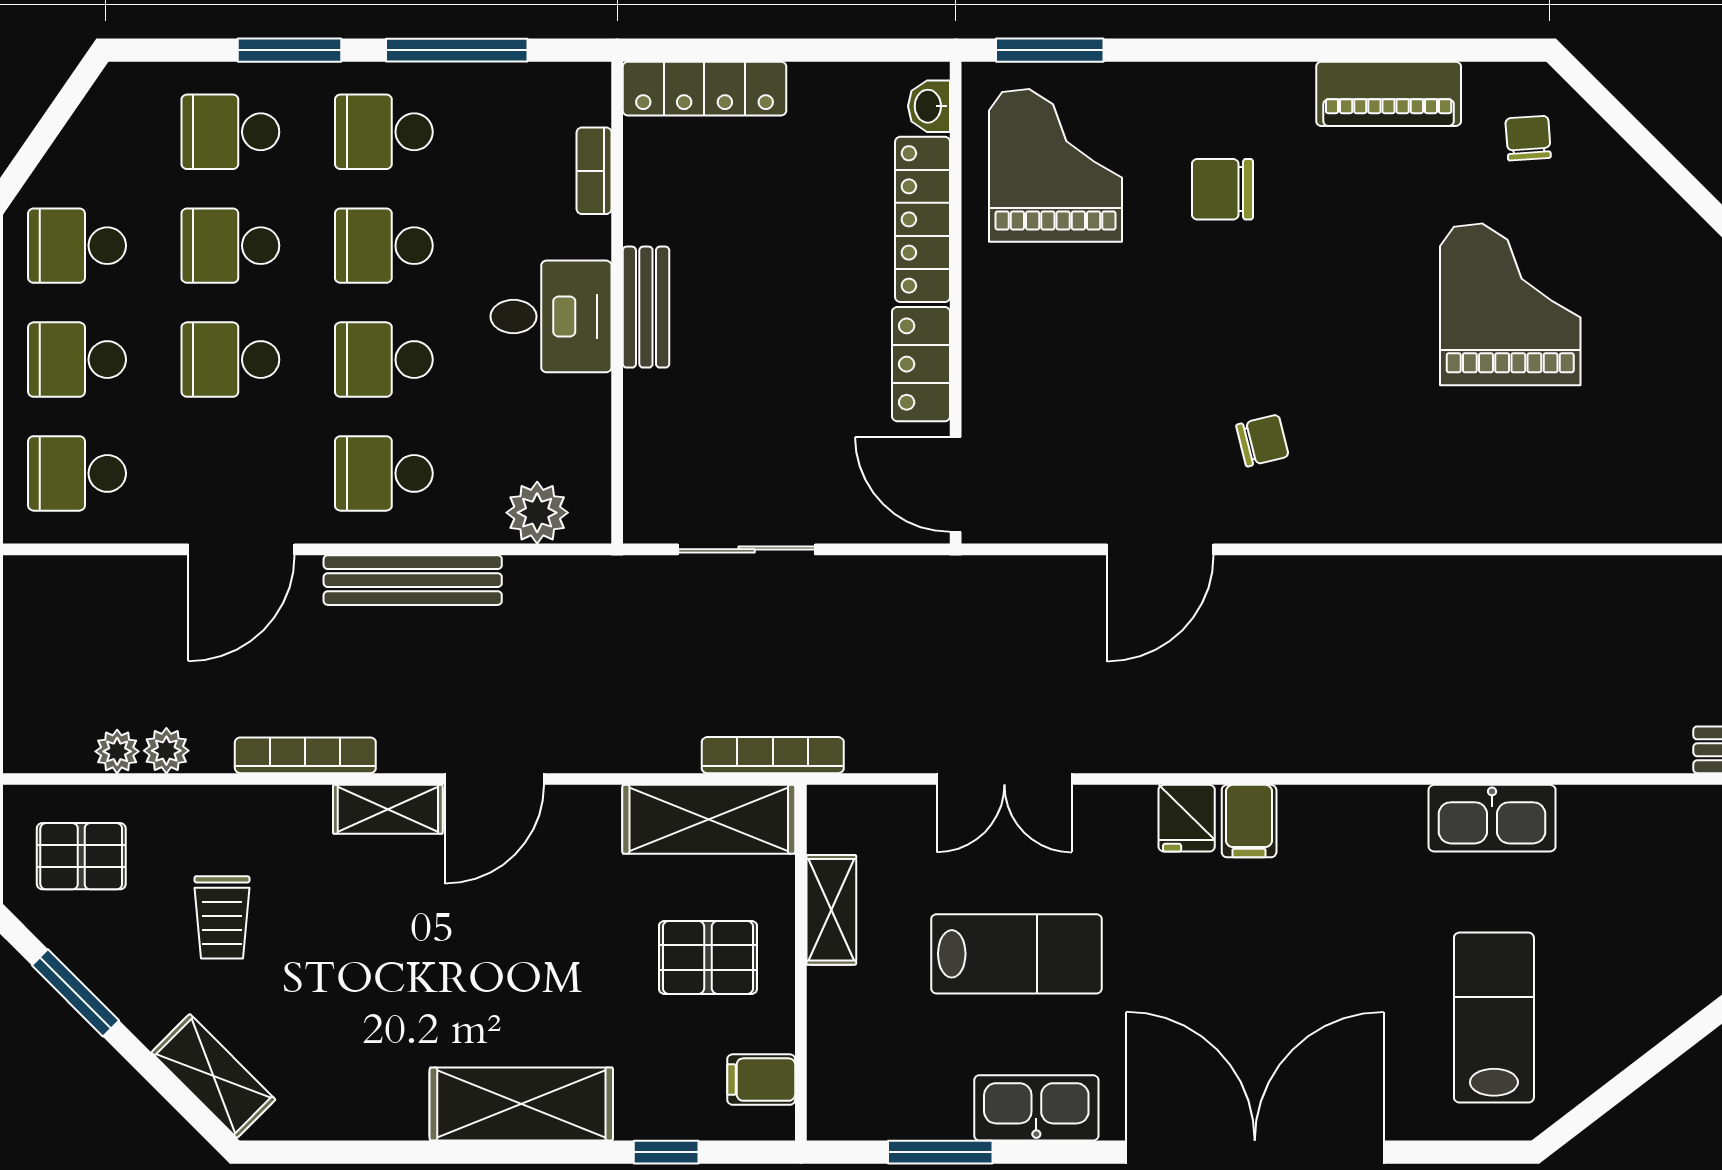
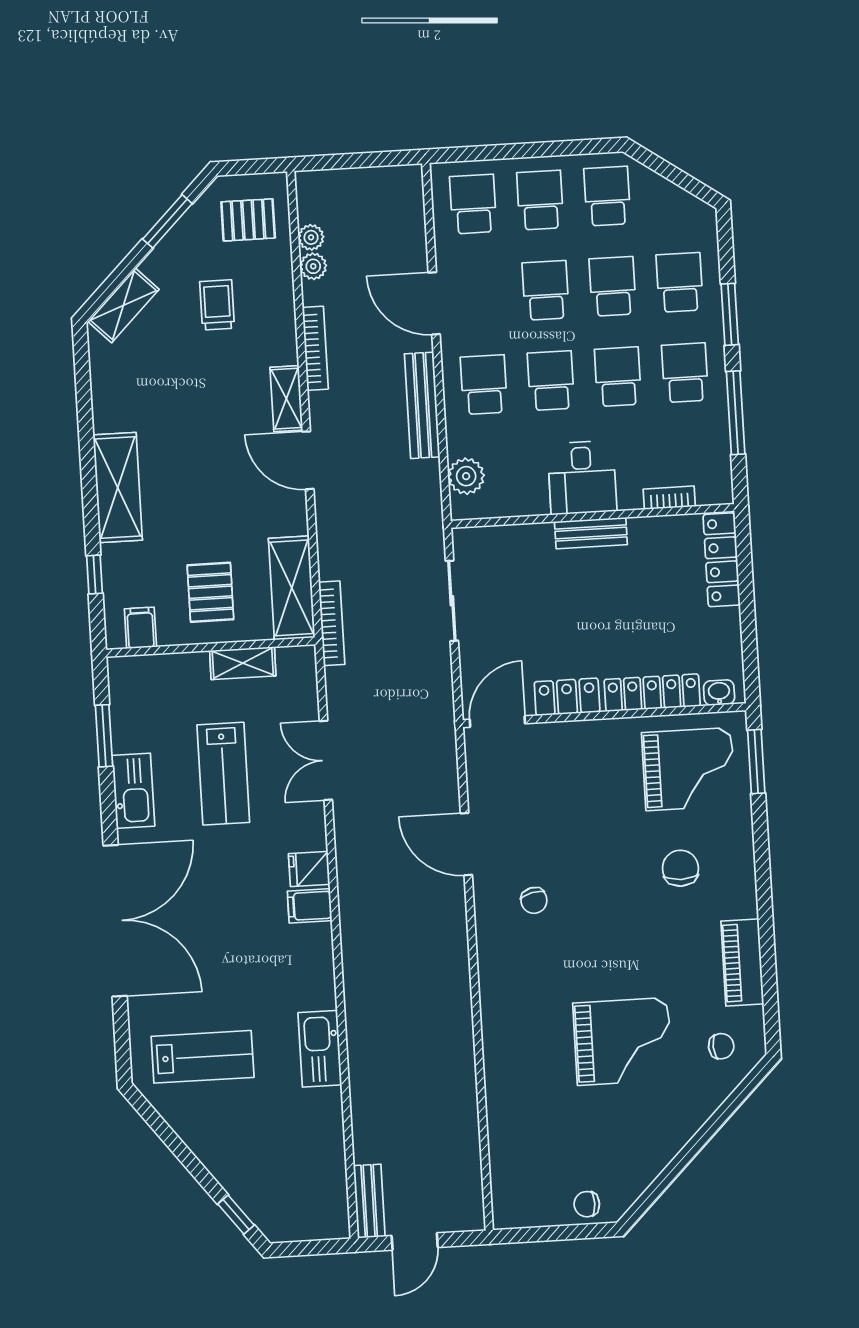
pallet: (81, 856) -> (248, 220), turned 90
trolley: (222, 917) -> (217, 305), turned 90

